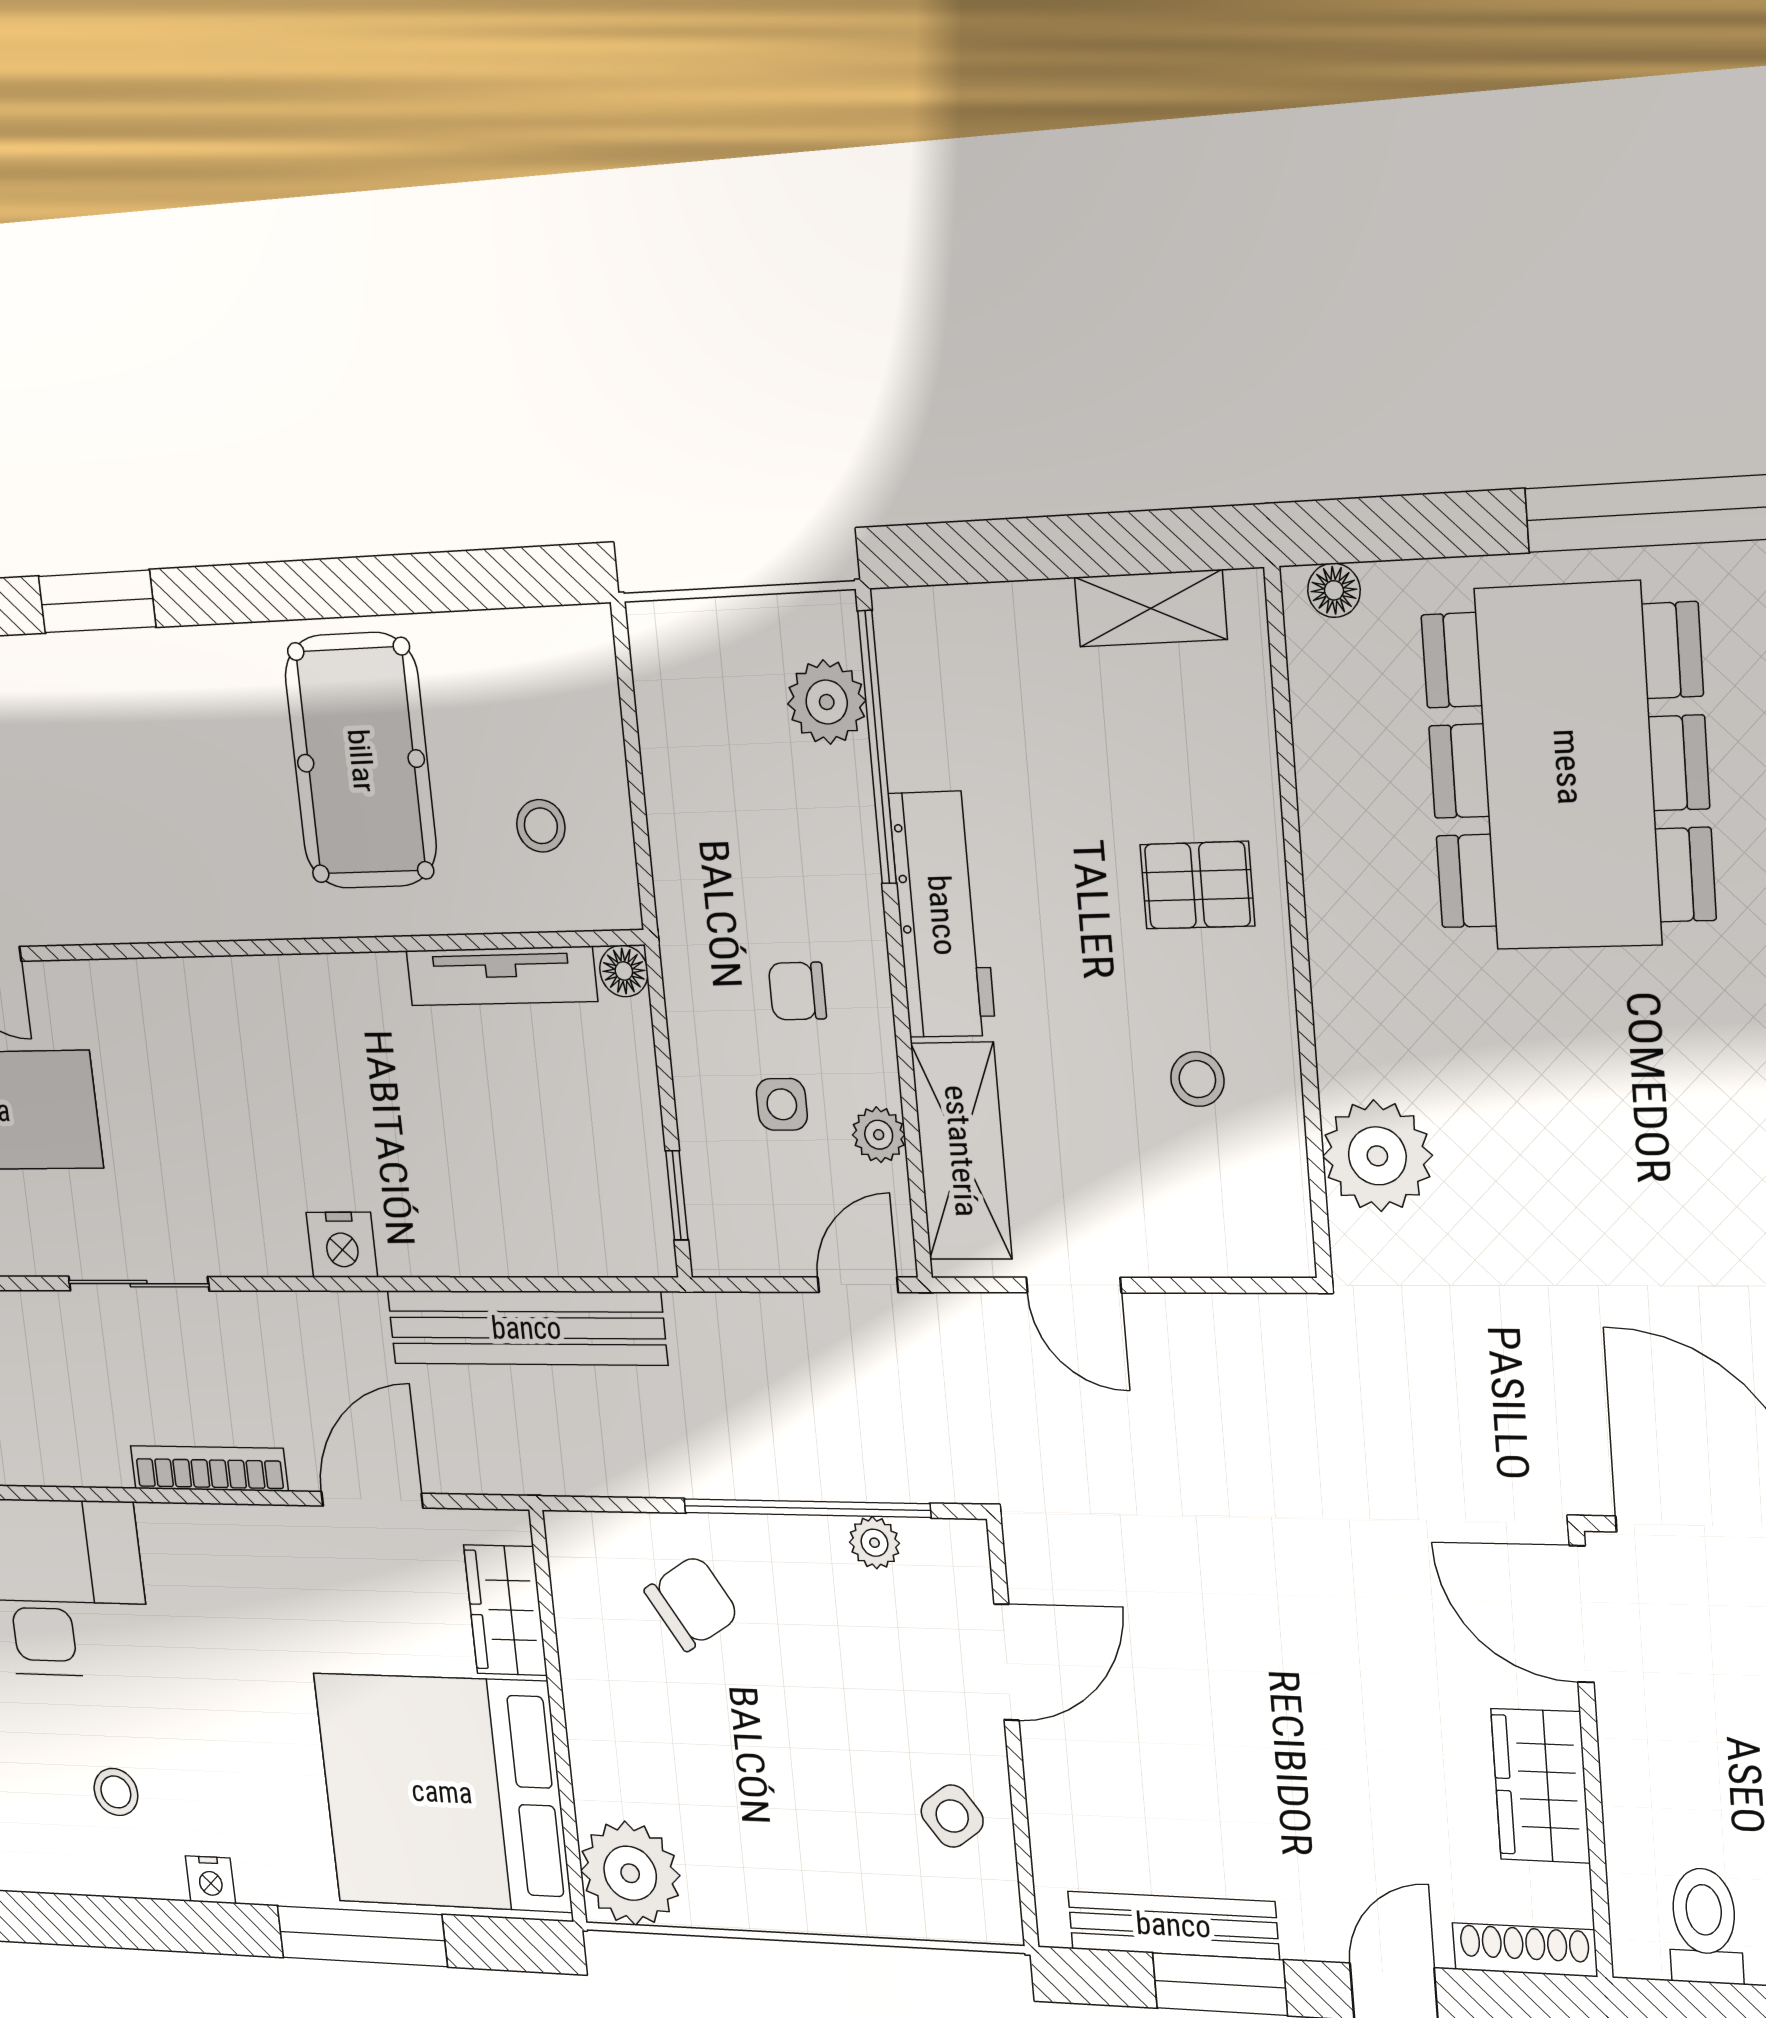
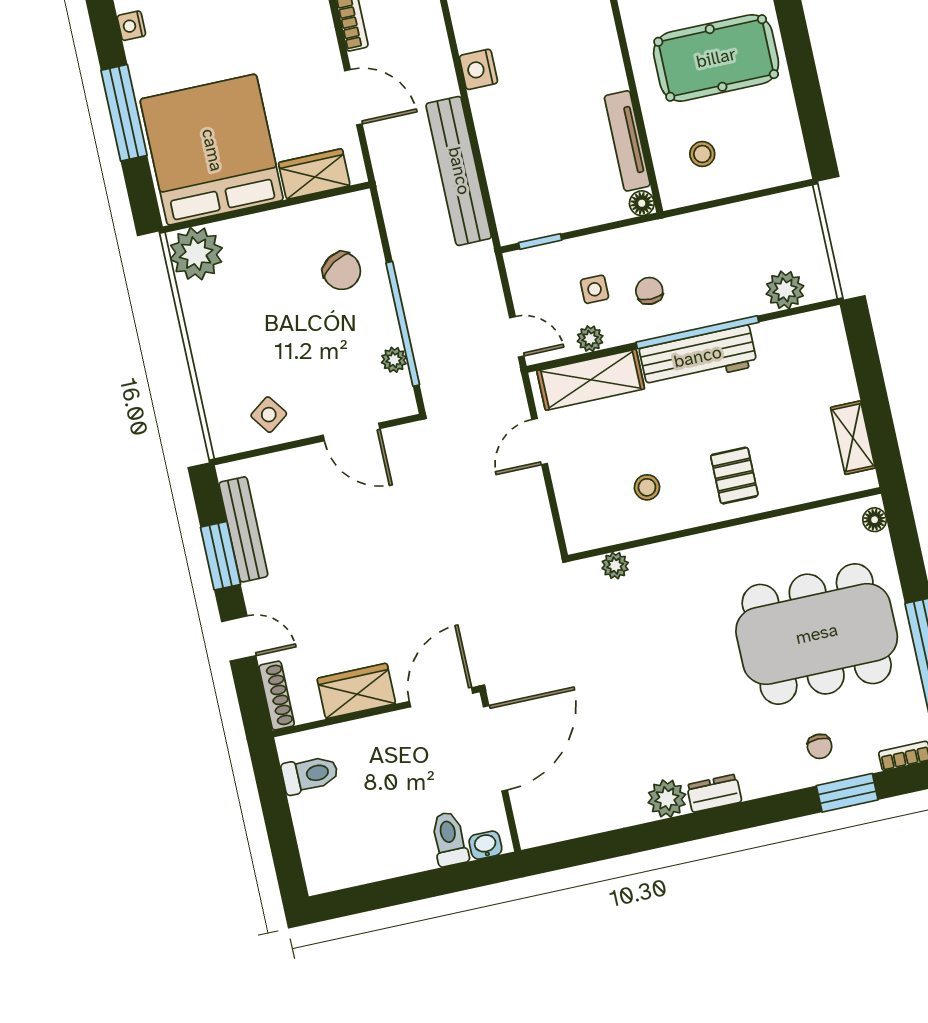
window: (877, 748) -> (697, 332), moved
plant: (1377, 1156) -> (615, 566), width x0.53, depth x0.53

